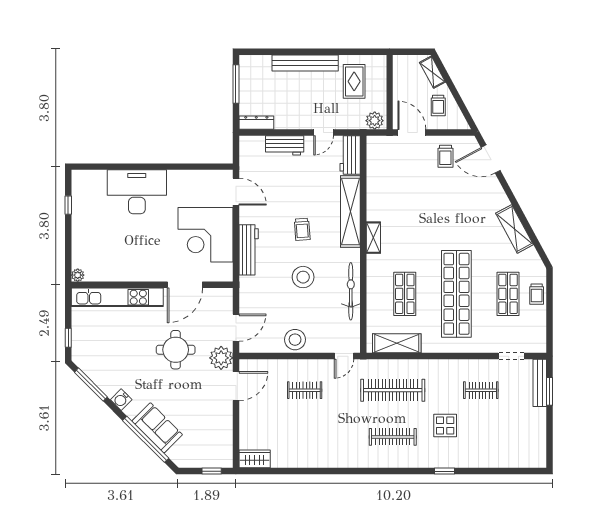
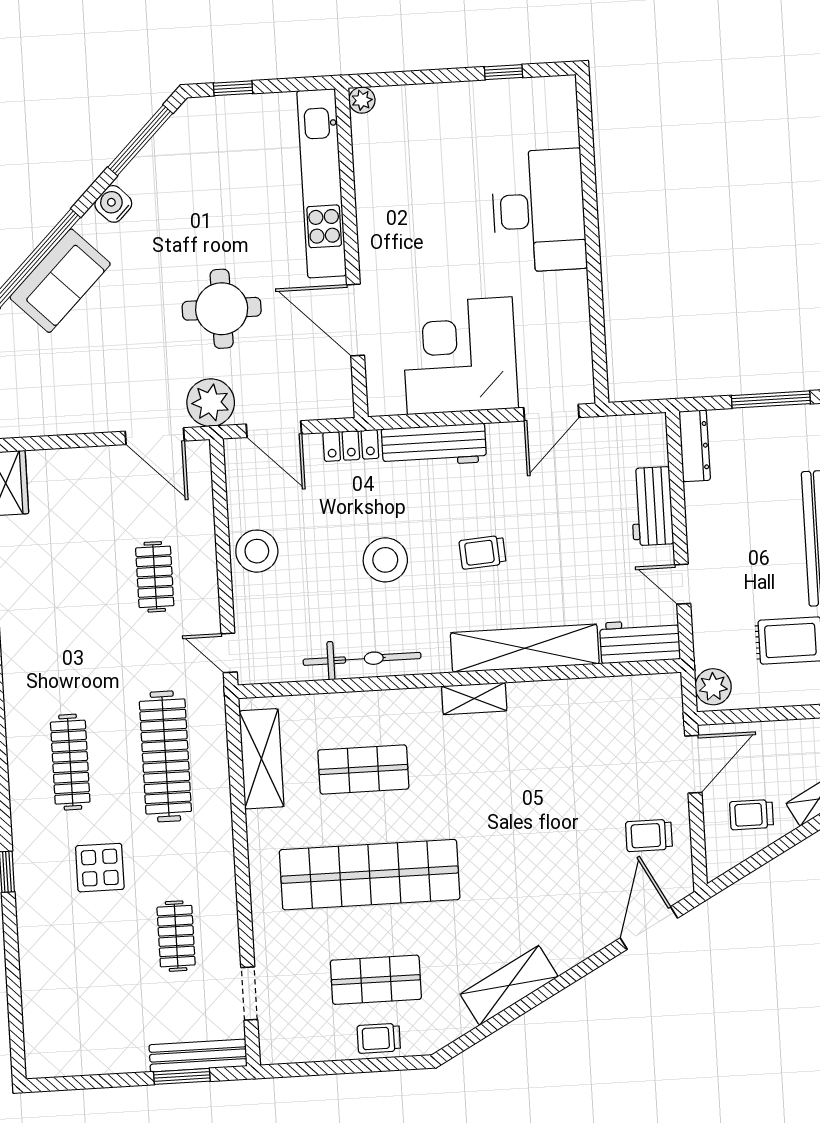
locker: (246, 291) -> (351, 445), added

